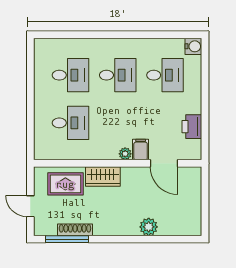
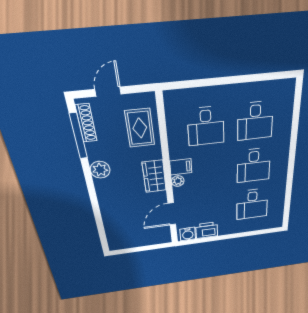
water cooler: (193, 46) -> (188, 234), moved
filing cabinet: (141, 150) -> (181, 167), moved
wardrobe: (103, 177) -> (154, 176), moved
plant: (149, 227) -> (100, 170), moved
shoe rack: (75, 230) -> (86, 123), moved

